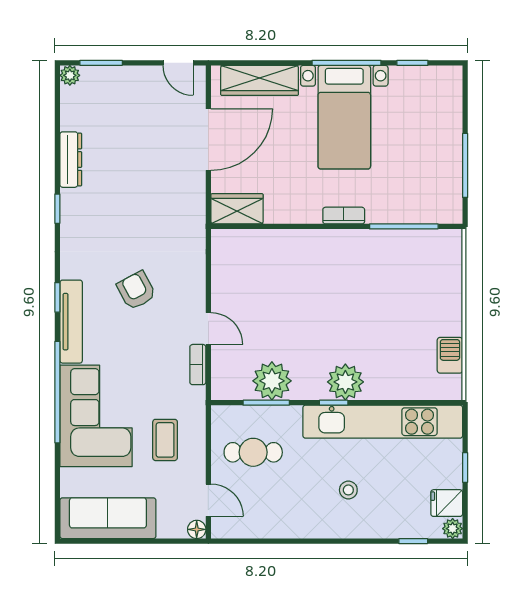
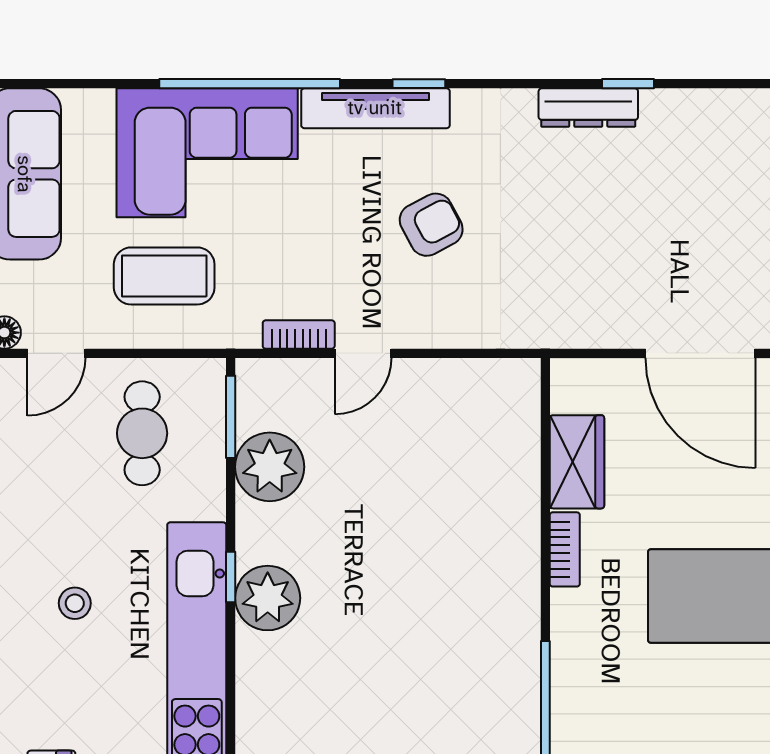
dresser: (71, 160) -> (588, 108), moved
window: (57, 209) -> (628, 84), moved
wardrobe: (237, 209) -> (577, 462), moved
bookcase: (344, 216) -> (565, 549), moved
window: (266, 403) -> (231, 417), moved
coffee table: (165, 440) -> (164, 276), width x1.36, depth x1.30

